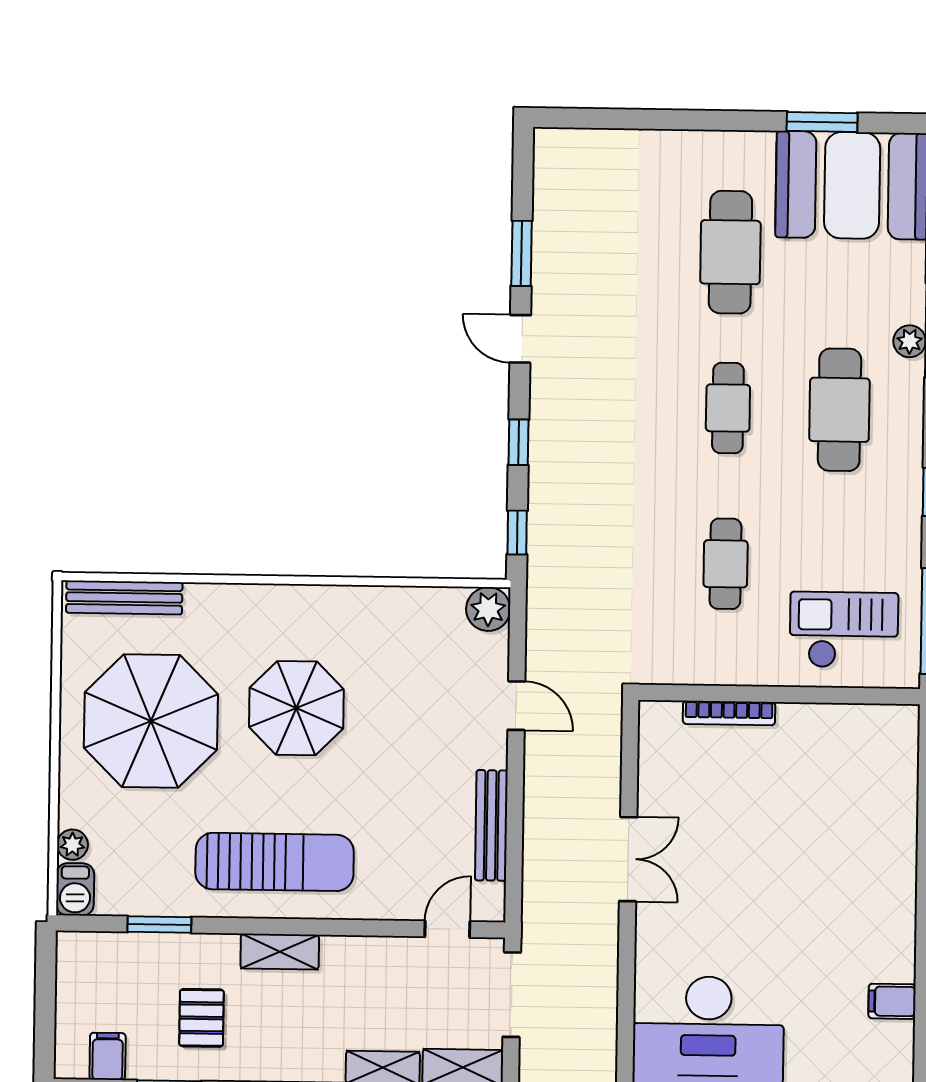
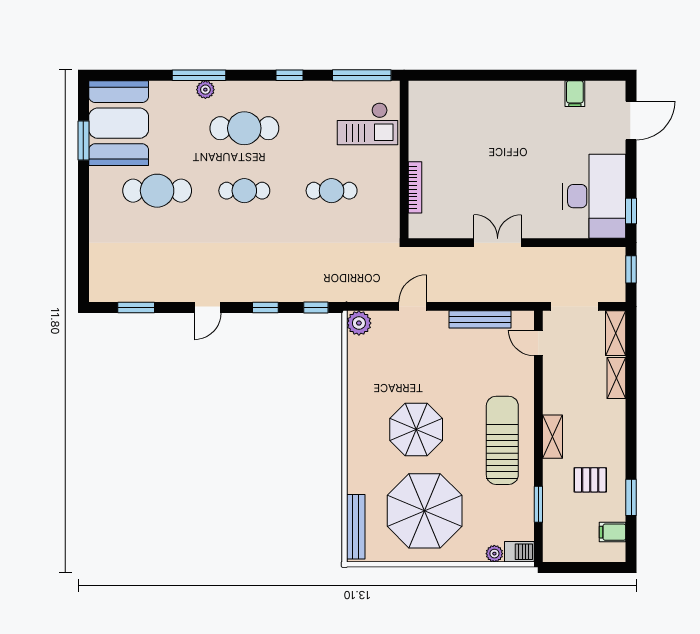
window: (522, 253) -> (136, 308), moved
checkout: (844, 630) -> (368, 124), turned -90

